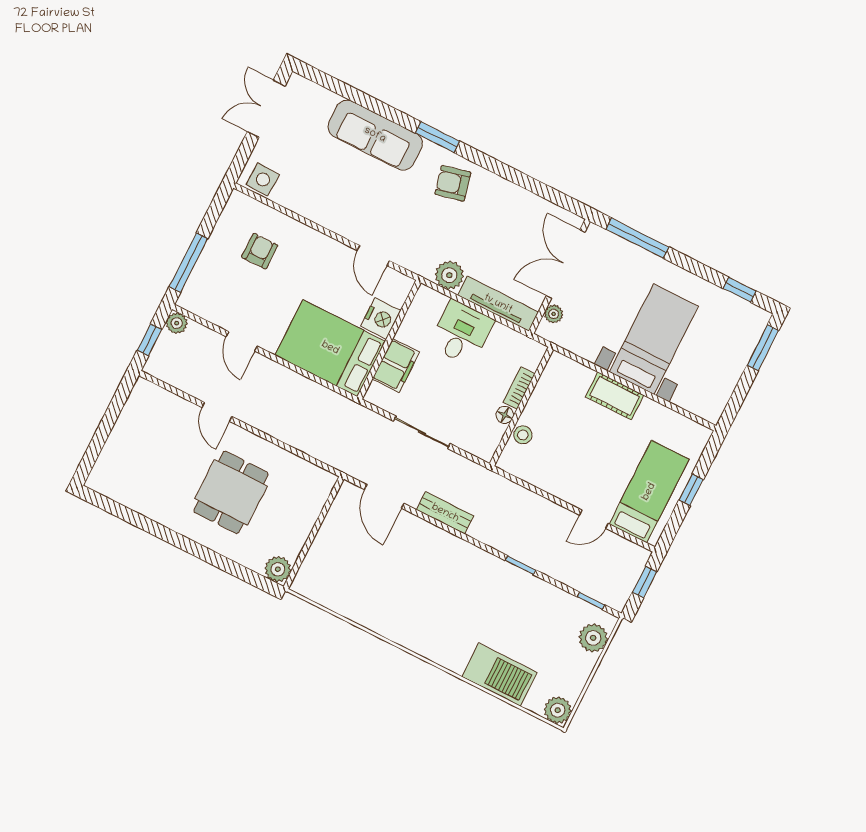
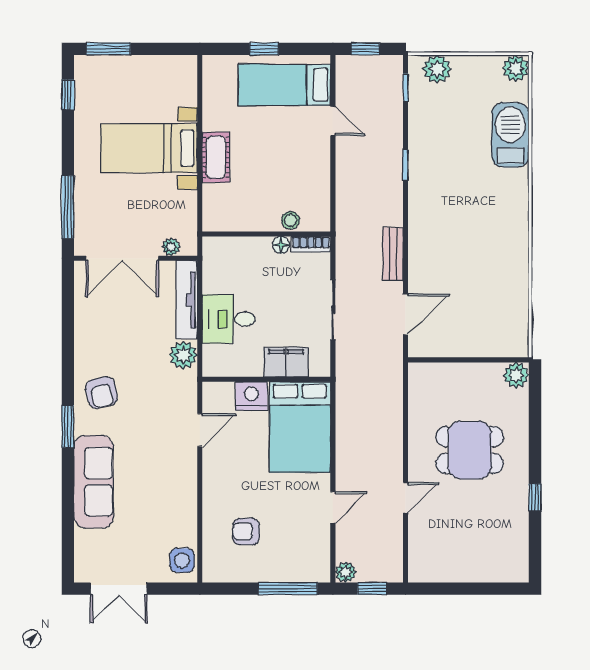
bookcase: (519, 388) -> (311, 244), moved
window: (158, 530) -> (535, 497), added

